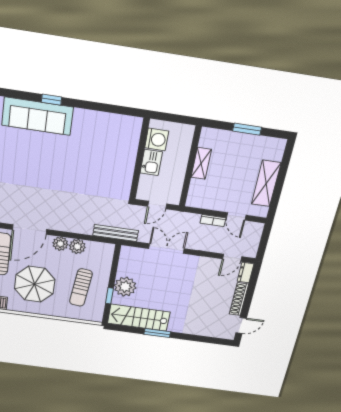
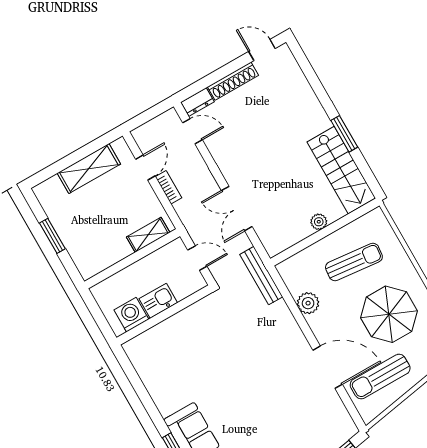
shelving: (201, 163) -> (148, 235), moved
plant: (60, 244) -> (319, 323), removed
plant: (125, 287) -> (319, 222), width x0.53, depth x0.53
window: (109, 296) -> (340, 224), removed

